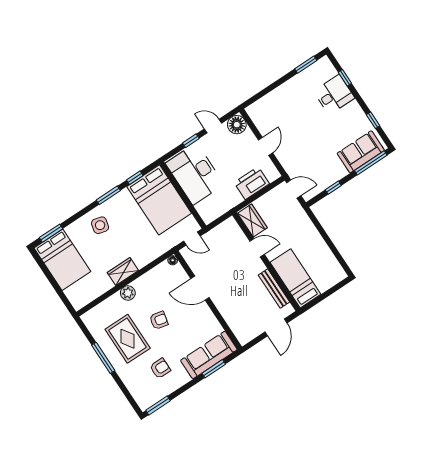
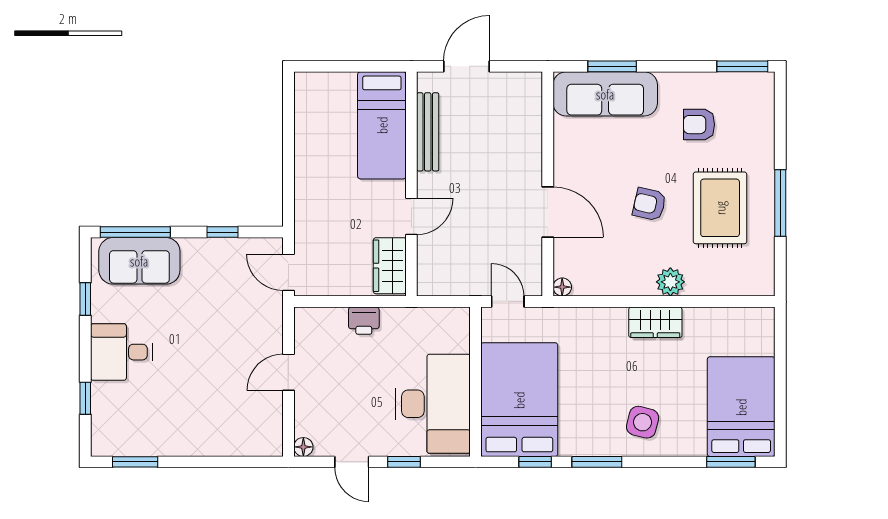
desk: (334, 95) -> (121, 352), moved
floor lamp: (237, 125) -> (303, 447), width x0.53, depth x0.53
printer: (252, 183) -> (364, 321), width x0.53, depth x0.68
door: (257, 248) -> (411, 216), swing flipped

